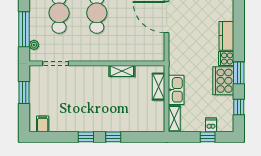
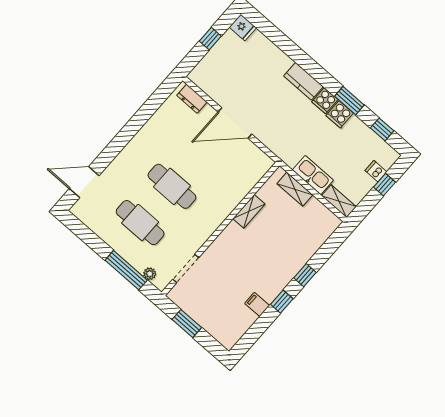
cooker: (223, 81) -> (340, 114), width x0.53, depth x0.76
filing cabinet: (43, 124) -> (257, 304), moved

